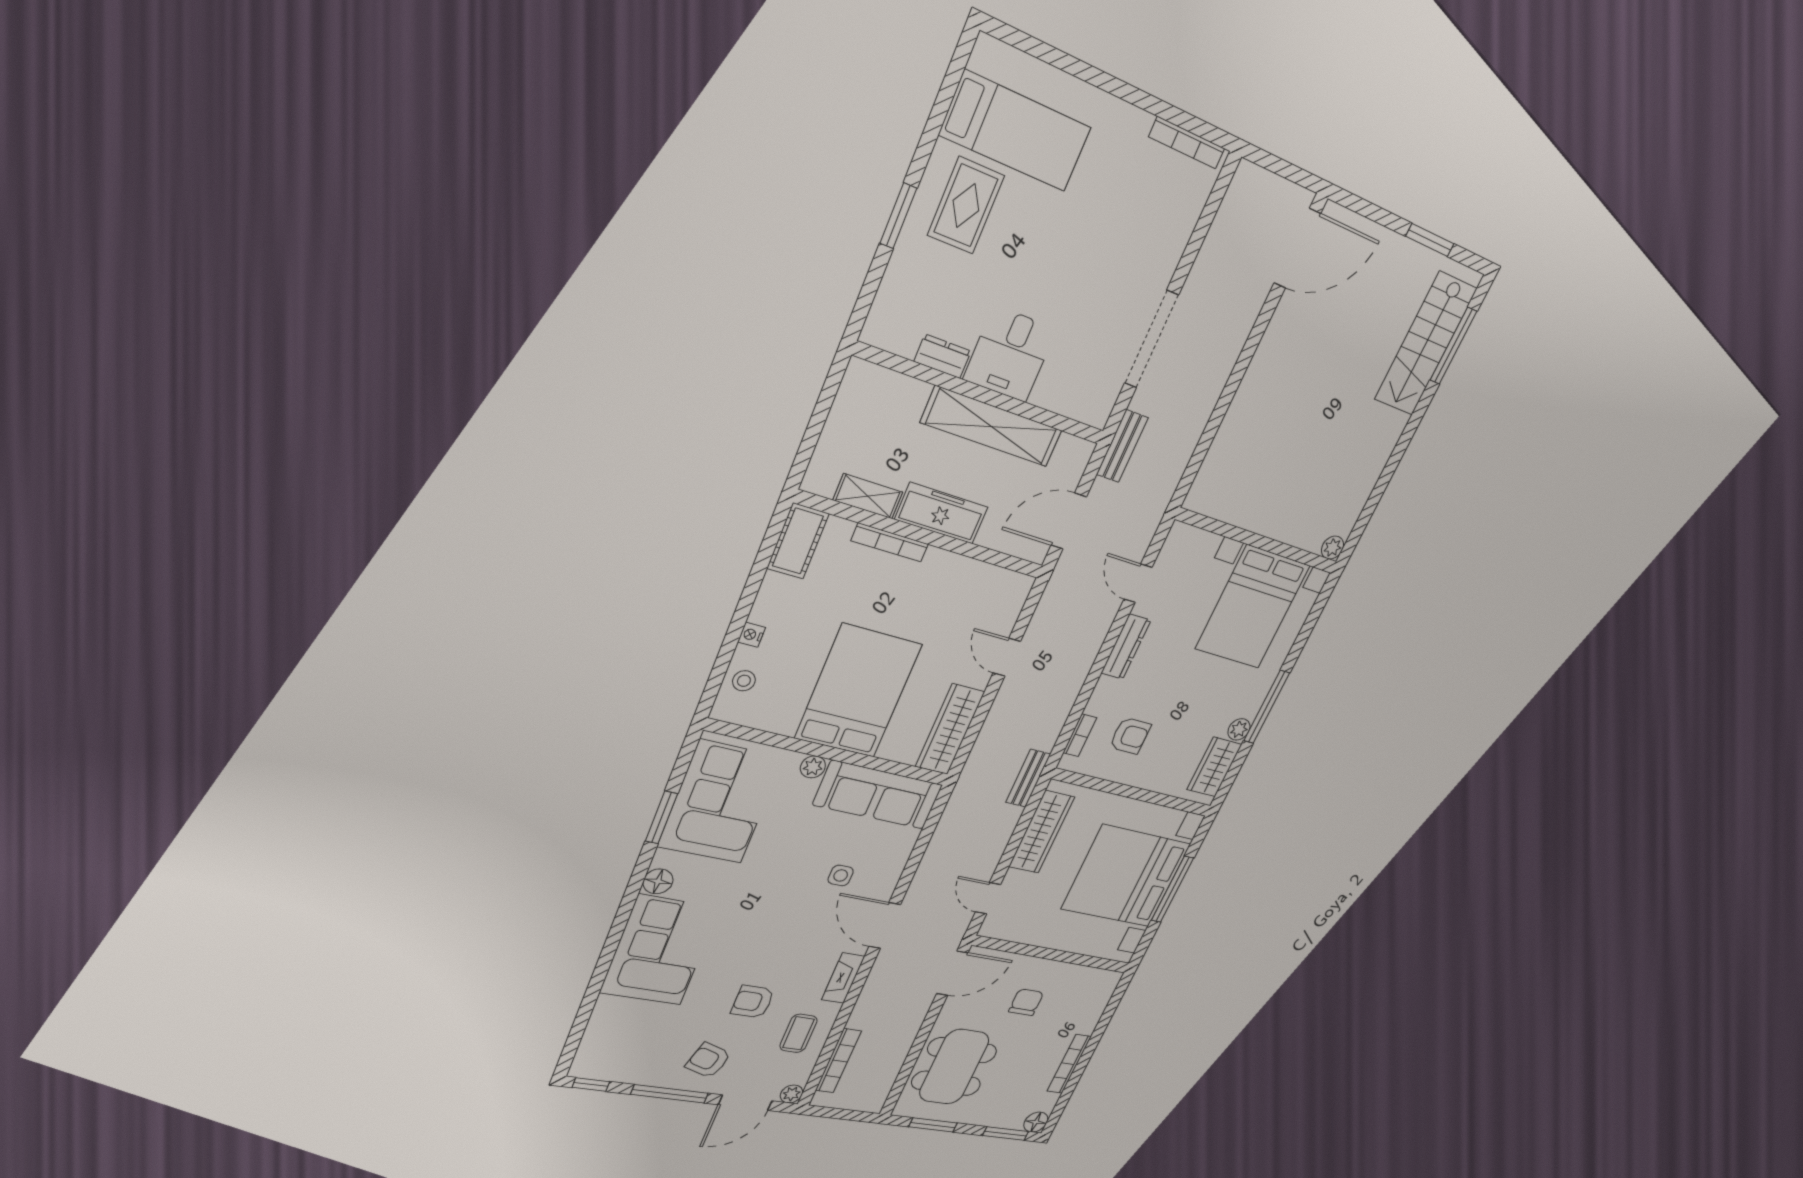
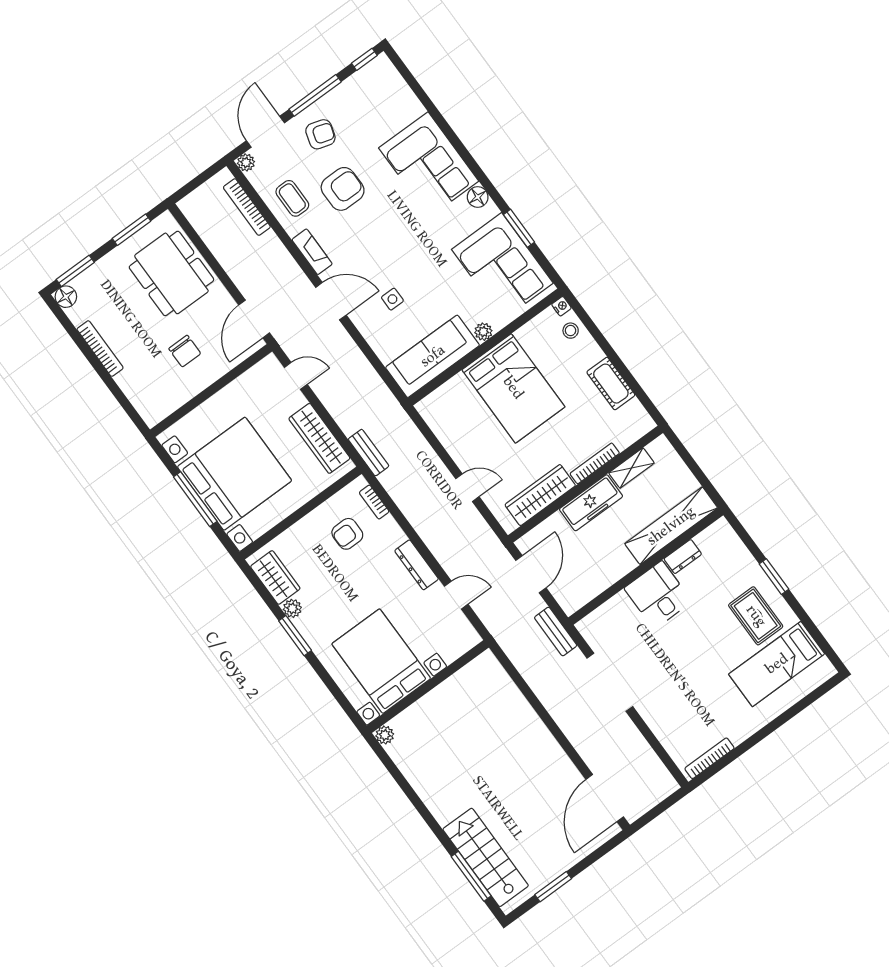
shelving: (992, 427) -> (671, 526), moved
cot: (798, 541) -> (611, 384), moved
nightstand: (751, 635) -> (561, 306), moved
window: (1267, 707) -> (295, 636), width x0.69
wardrobe: (950, 729) -> (540, 495), moved, turned -90
armchair: (753, 1002) -> (343, 189), width x1.38, depth x1.38

